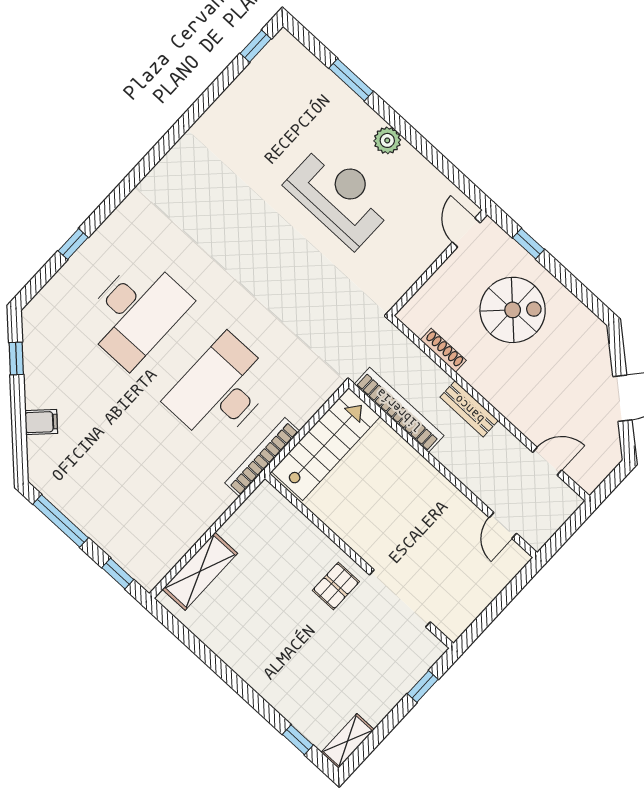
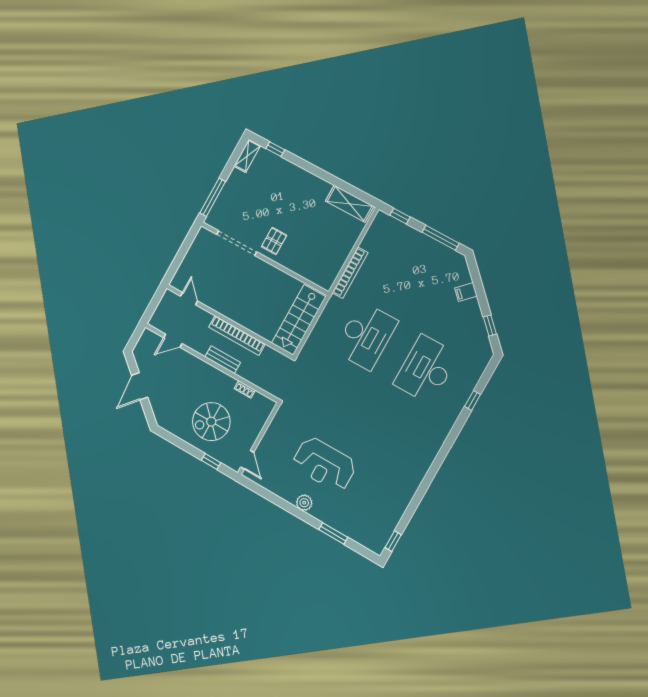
shoe rack: (443, 350) -> (245, 389), width x0.70
bookcase: (399, 410) -> (237, 335), moved
bookcase: (262, 457) -> (350, 273), moved
shelving: (200, 571) -> (349, 204), moved, turned 90
window: (423, 687) -> (213, 197), width x2.17

